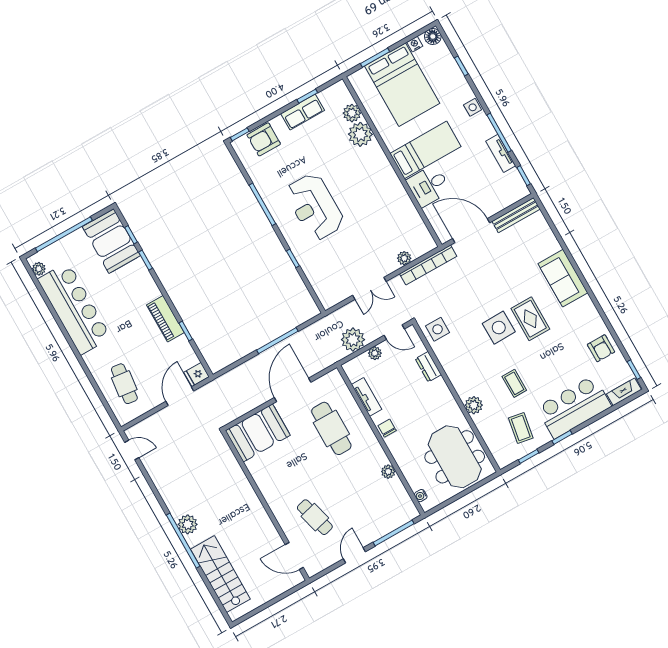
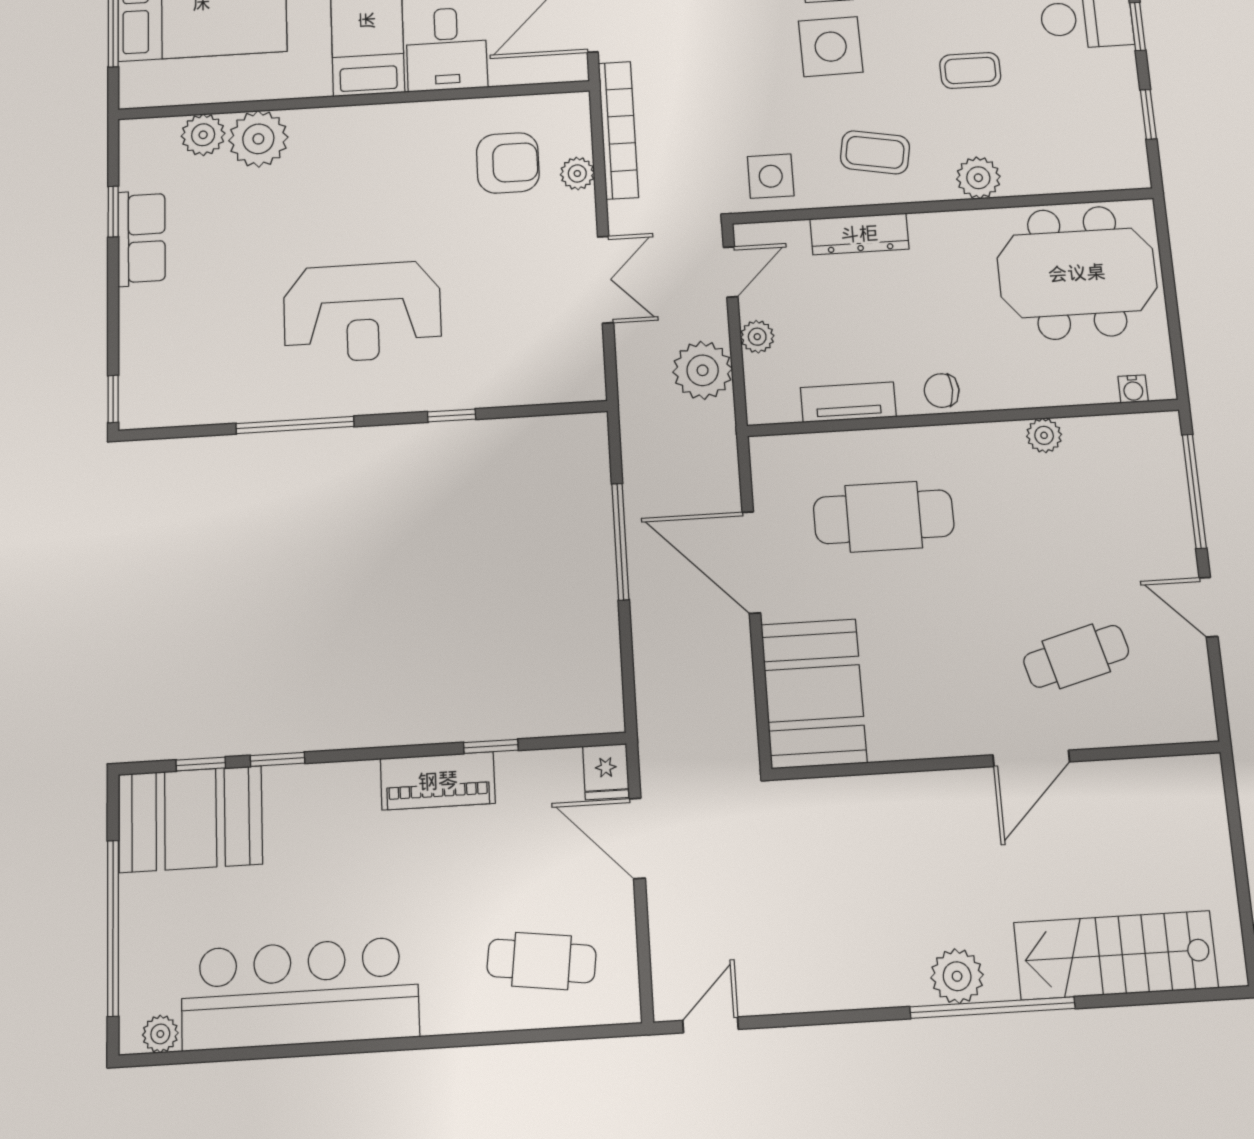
armchair: (264, 139) -> (508, 163), moved, turned -90
dresser: (428, 367) -> (859, 234), width x1.44
coffee table: (521, 428) -> (875, 152), moved
door: (294, 556) -> (1031, 758), moved

